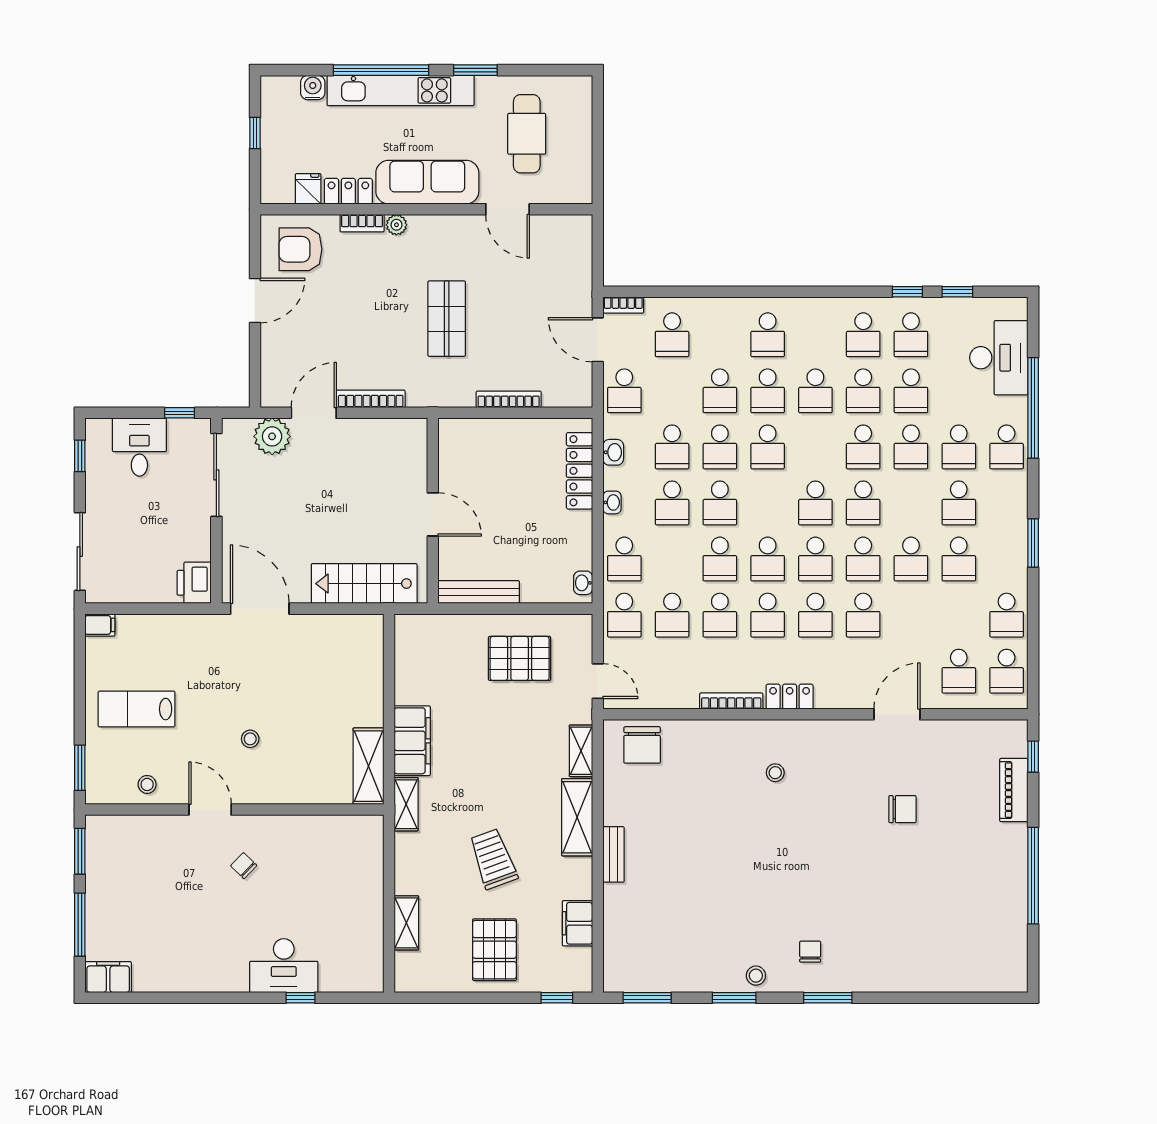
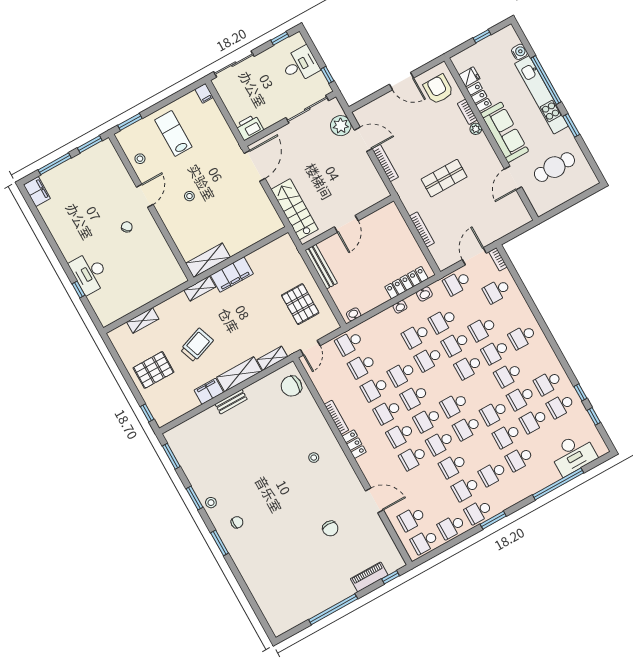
school desk: (1007, 447) -> (478, 512), moved
school desk: (624, 559) -> (376, 328), removed
filing cabinet: (577, 923) -> (209, 391), moved

